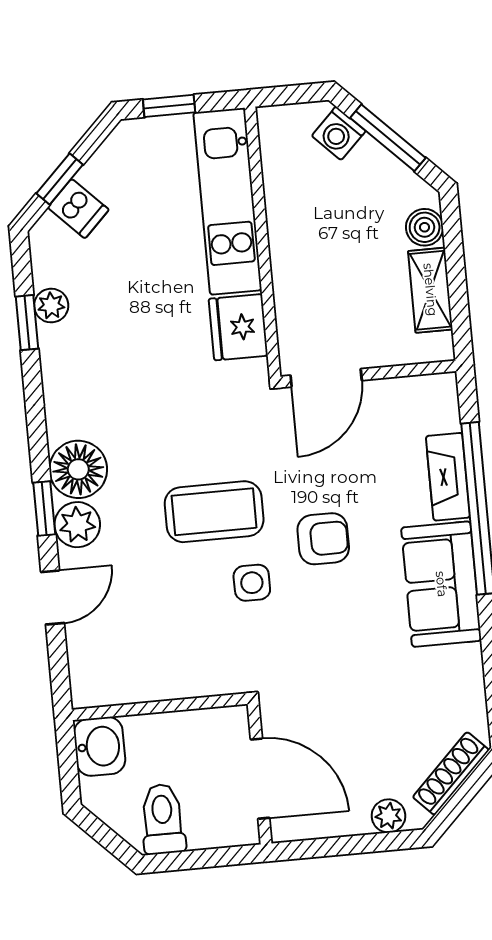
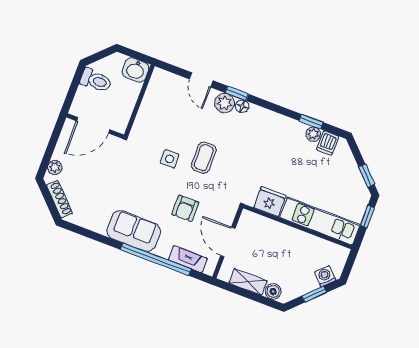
window: (388, 138) -> (314, 294), width x0.67
window: (60, 179) -> (367, 176), moved
dishwasher: (78, 209) -> (328, 143), moved, turned -45
door: (326, 378) -> (228, 242), moved
floor lamp: (78, 469) -> (242, 106), width x0.53, depth x0.53
fireplace: (448, 477) -> (188, 259), moved
coffee table: (214, 512) -> (204, 158), width x0.73, depth x0.77
armchair: (323, 539) -> (185, 208), moved

